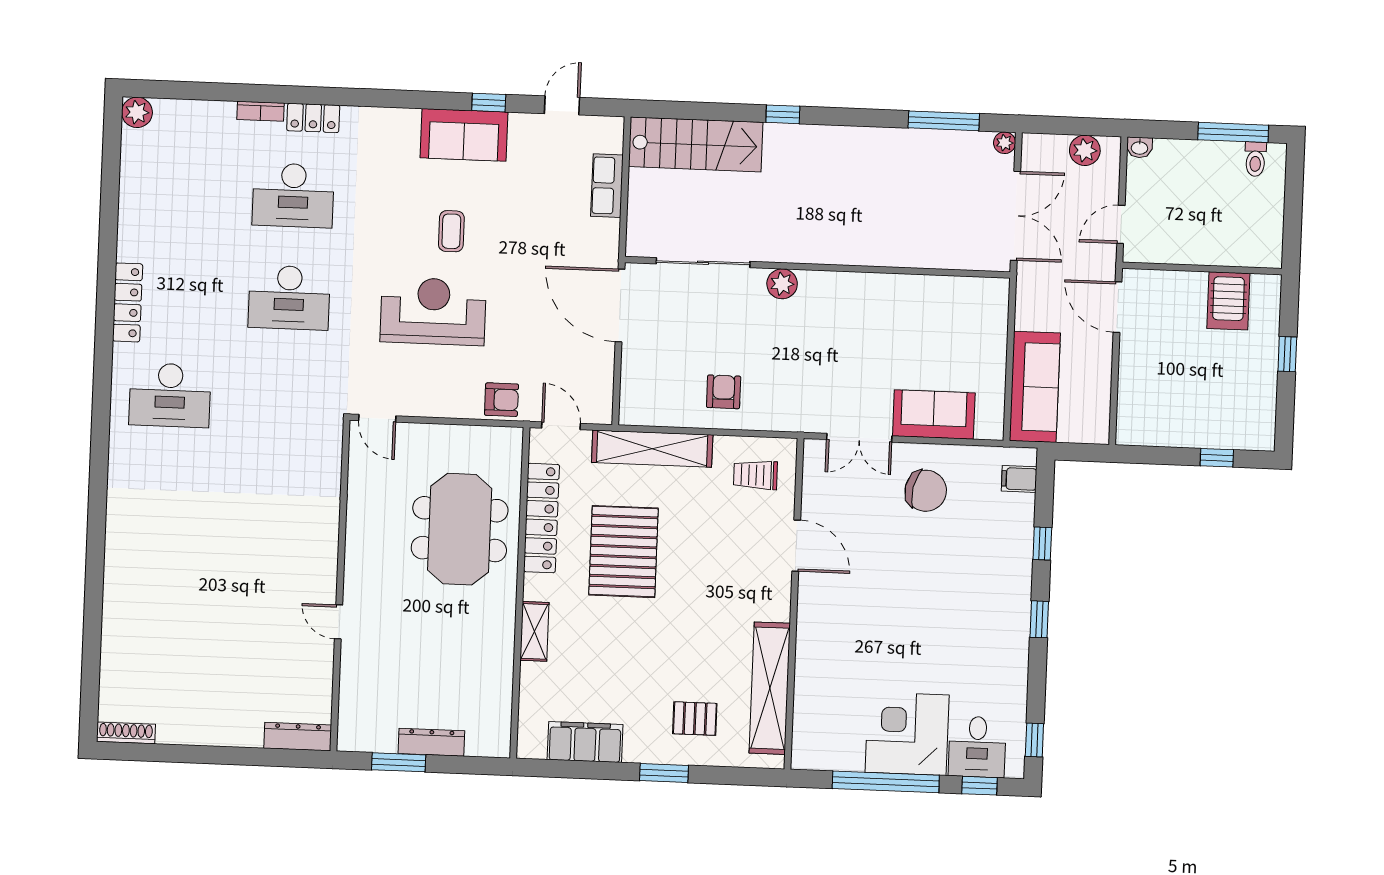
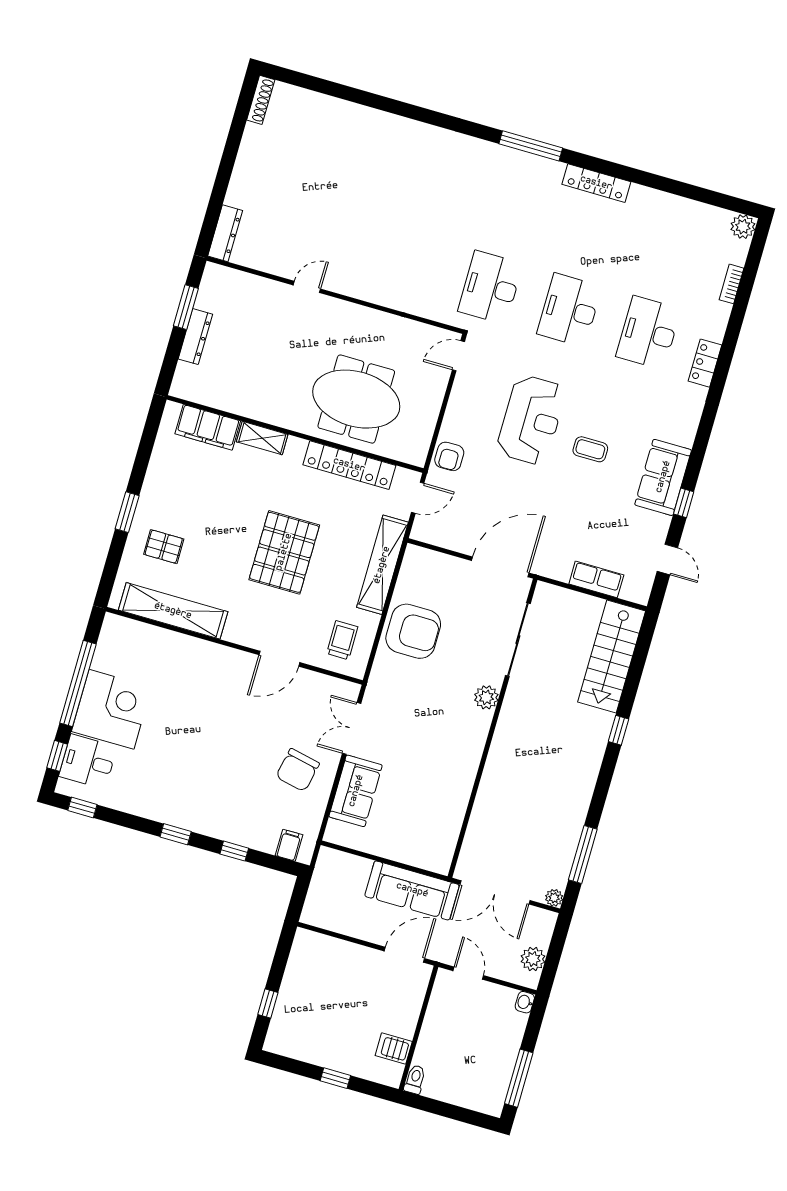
bookcase: (260, 111) -> (732, 284), moved
toilet: (1255, 159) -> (415, 1079), moved, turned 90
server rack: (1228, 301) -> (394, 1049), width x0.73, depth x0.70
sofa: (1035, 387) -> (412, 890), moved
armchair: (724, 392) -> (413, 631), width x1.88, depth x1.88
window: (102, 393) -> (531, 146), added
desk: (170, 395) -> (490, 287), moved
pallet: (623, 552) -> (284, 552), moved, turned 90
pallet: (695, 719) -> (164, 547), turned 90
filing cabinet: (585, 742) -> (208, 427), moved, turned 90

